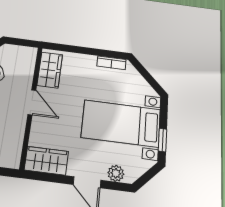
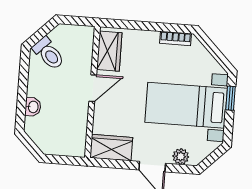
door: (32, 102) -> (93, 88), hinge flipped
window: (163, 140) -> (231, 98), moved

